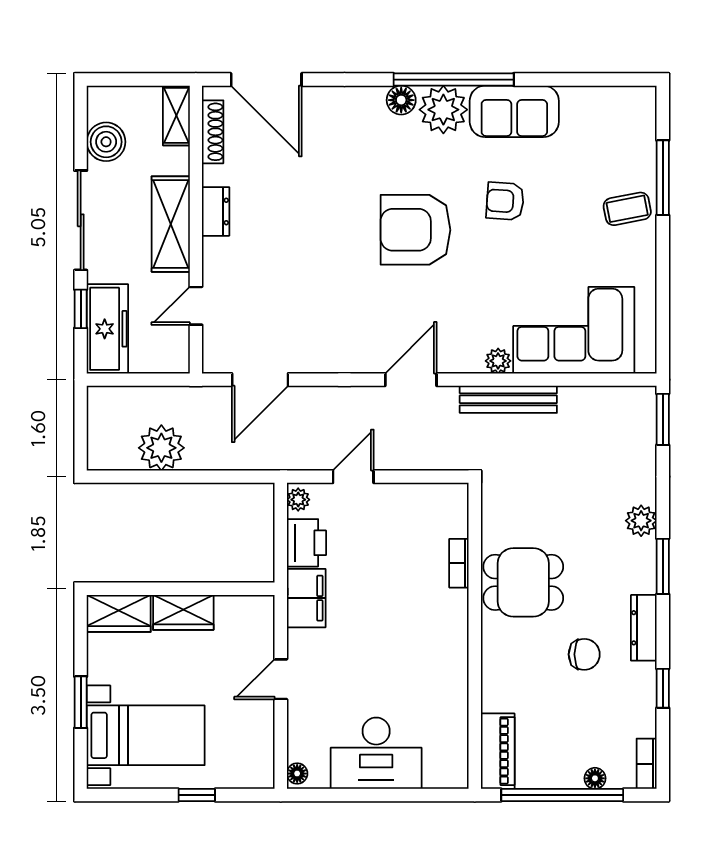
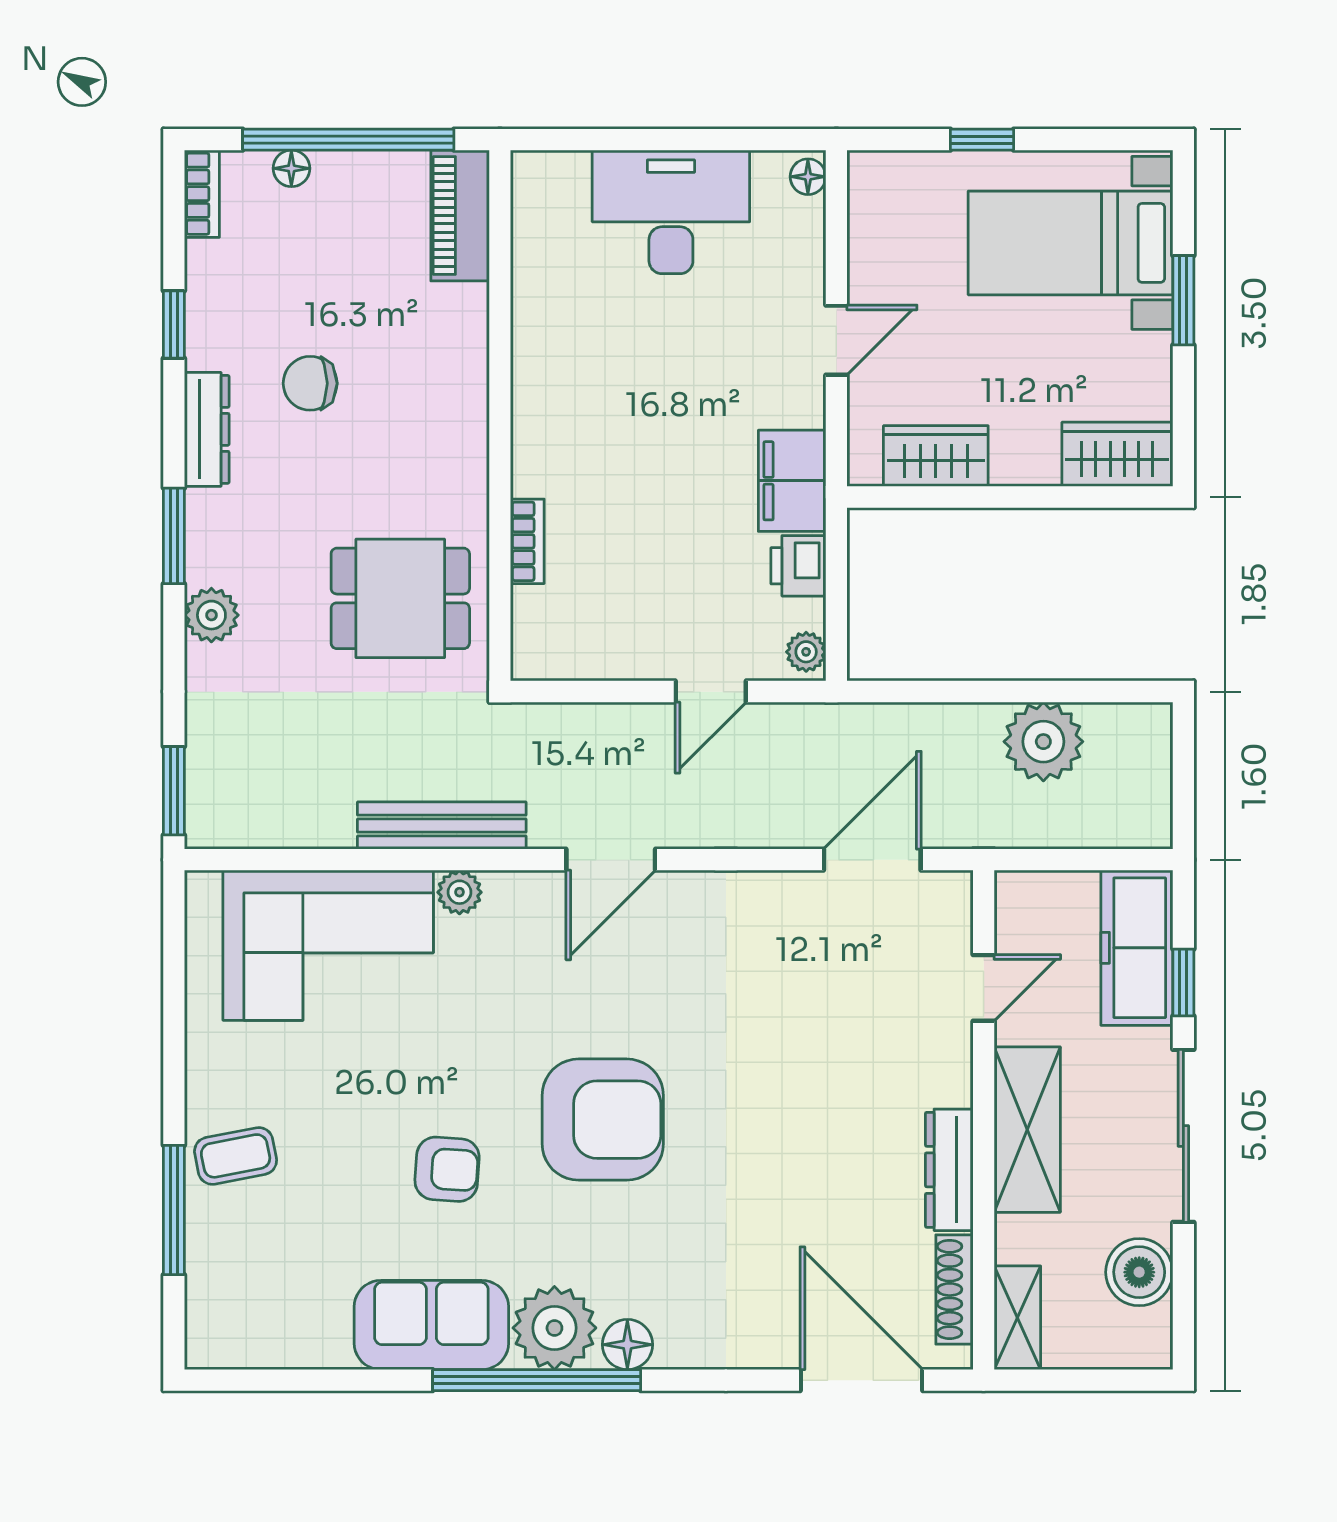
dresser: (216, 211) -> (949, 1170), width x1.44
printer: (306, 543) -> (798, 566), width x0.73, depth x0.81
dining table: (523, 582) -> (400, 598), moved
wardrobe: (183, 612) -> (936, 456), moved

